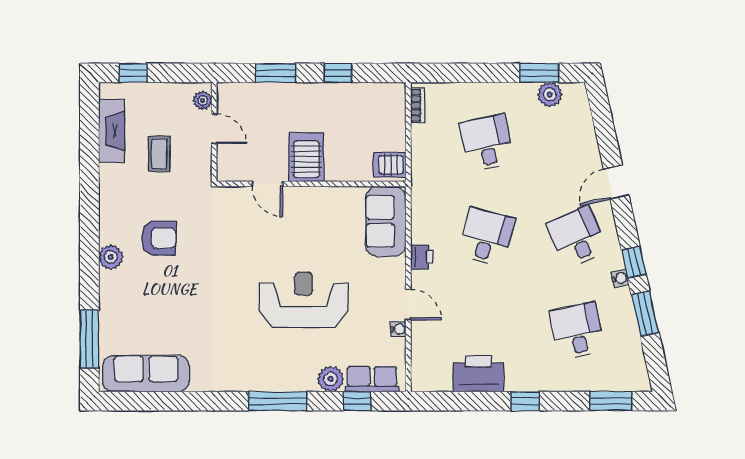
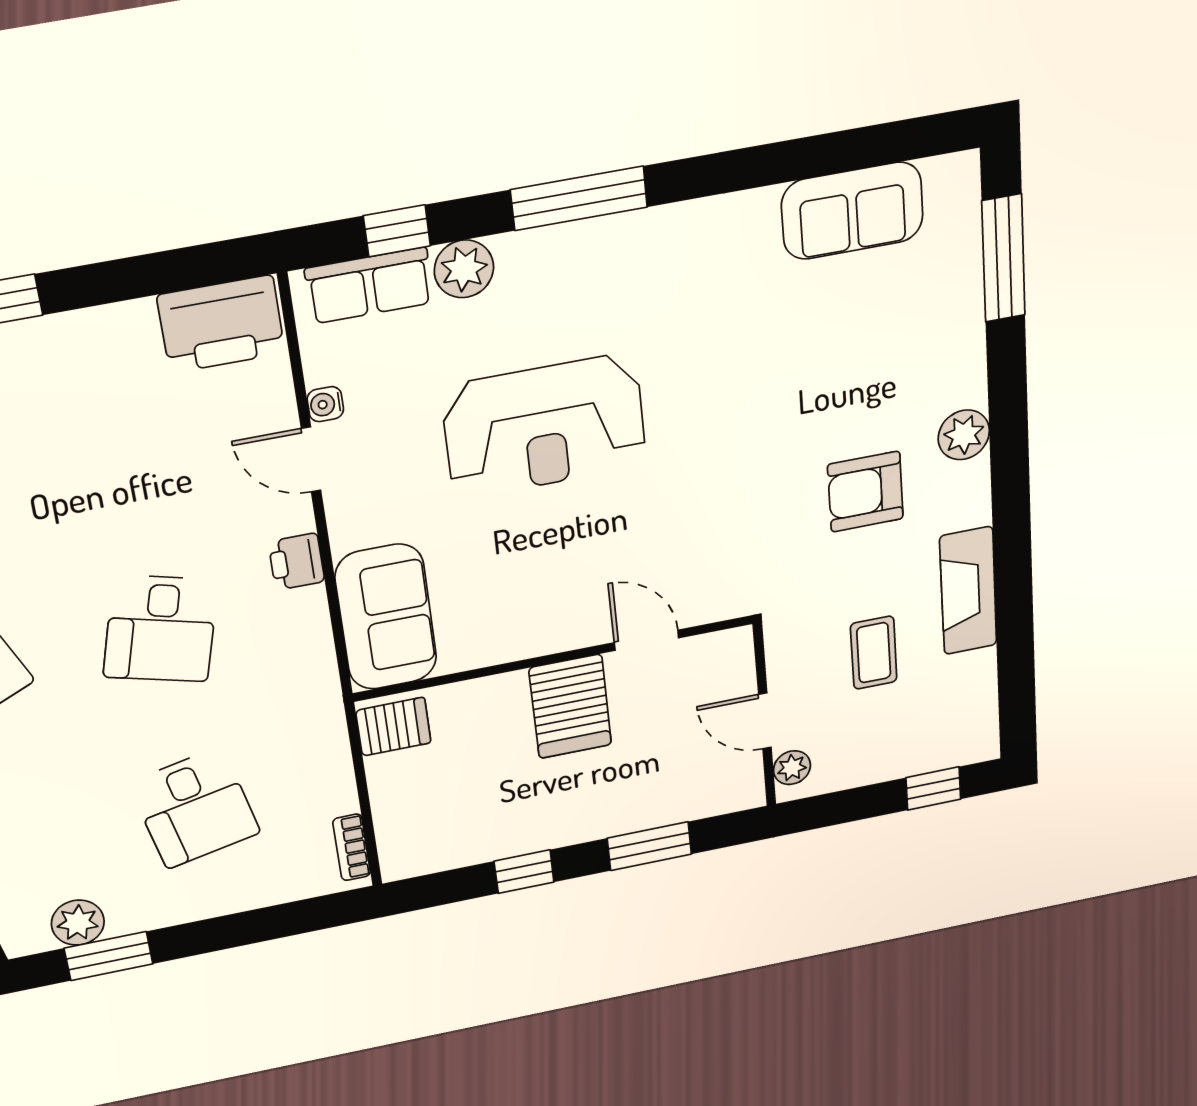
fireplace: (112, 131) -> (968, 591), moved
sofa: (146, 374) -> (852, 211), width x0.73
printer: (478, 374) -> (221, 324), moved

